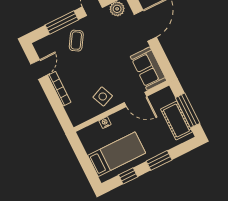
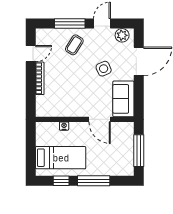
side table: (103, 96) -> (104, 69), moved
cot: (176, 120) -> (125, 154), removed
window: (159, 160) -> (94, 181), width x1.44

